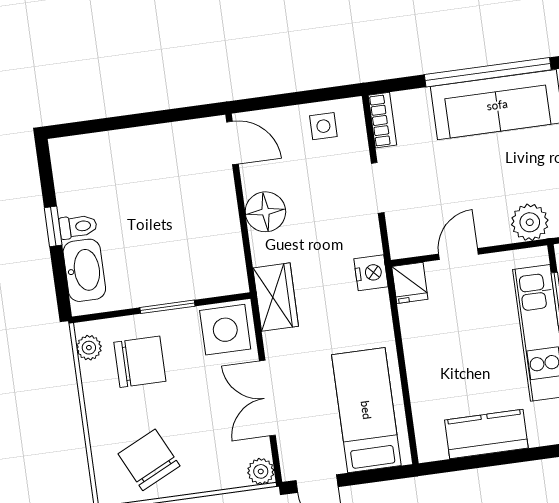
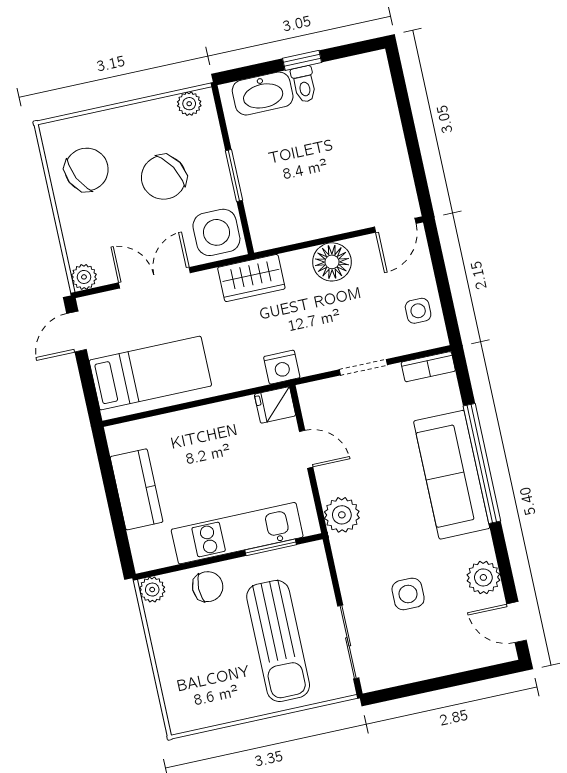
chair: (140, 362) -> (164, 177), moved, turned 59

